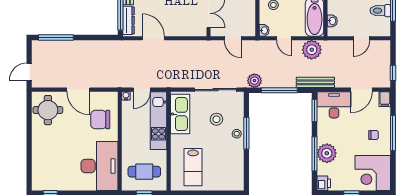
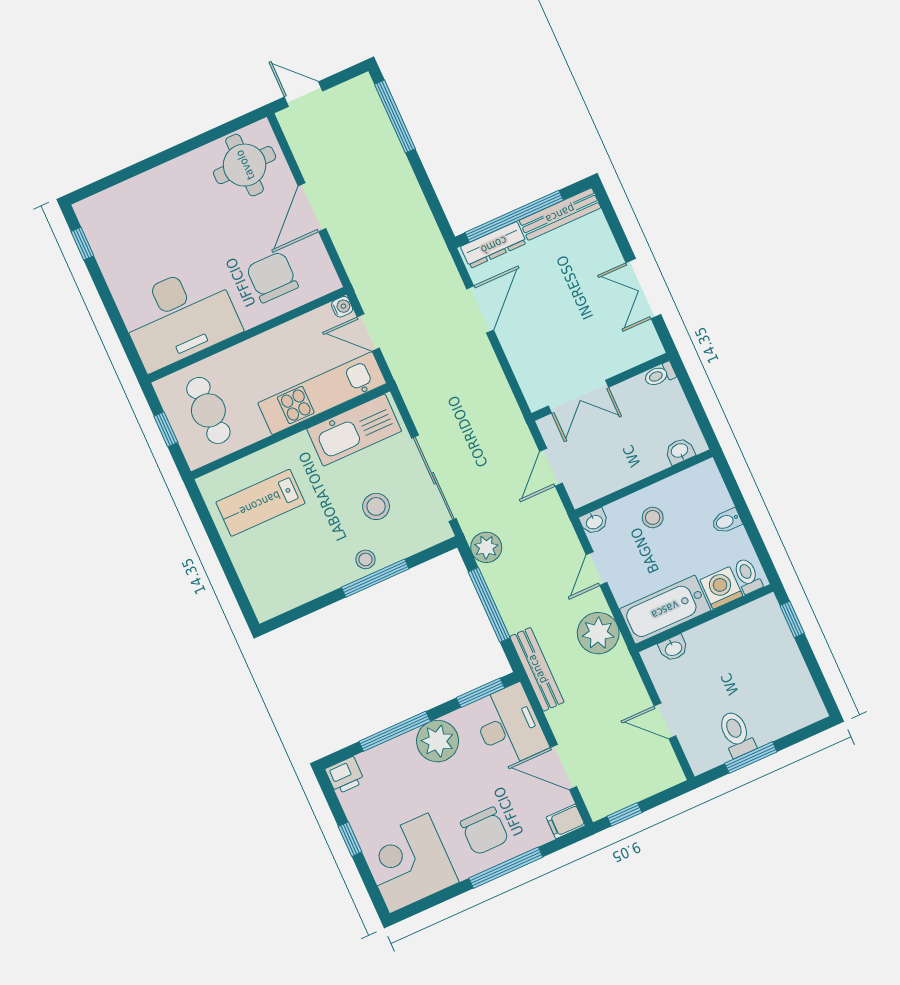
chair: (374, 135) -> (485, 831), width x1.87, depth x1.87
plant: (327, 153) -> (438, 741), moved

